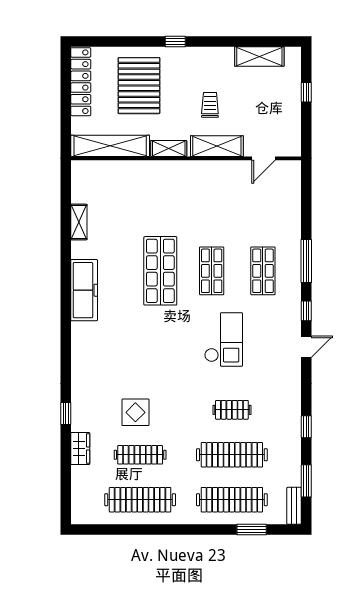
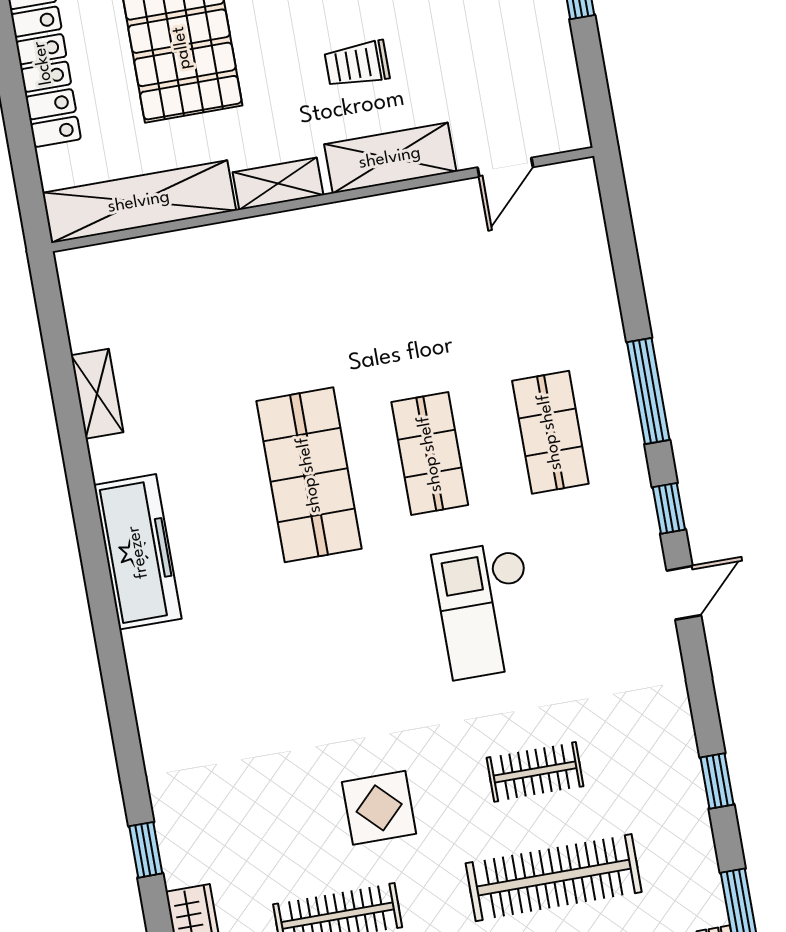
trolley: (210, 105) -> (357, 64), turned -90
checkout: (224, 339) -> (486, 610), turned 180
display table: (135, 412) -> (379, 808), moved

